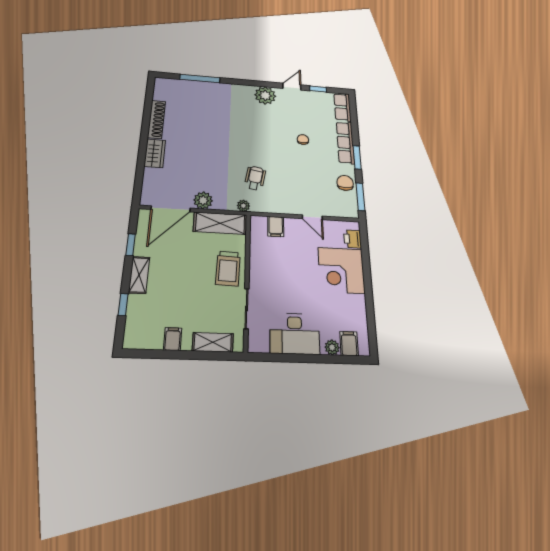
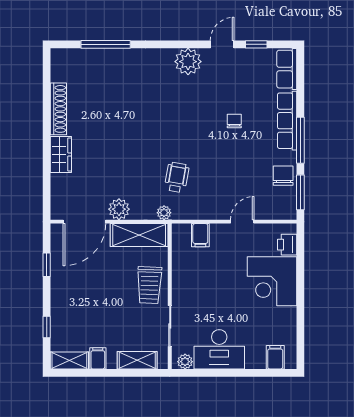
window: (357, 157) -> (300, 140), width x1.44
door: (312, 217) -> (242, 222), swing flipped
shelving: (139, 275) -> (69, 361), moved, turned 90
plant: (332, 347) -> (185, 362), moved

